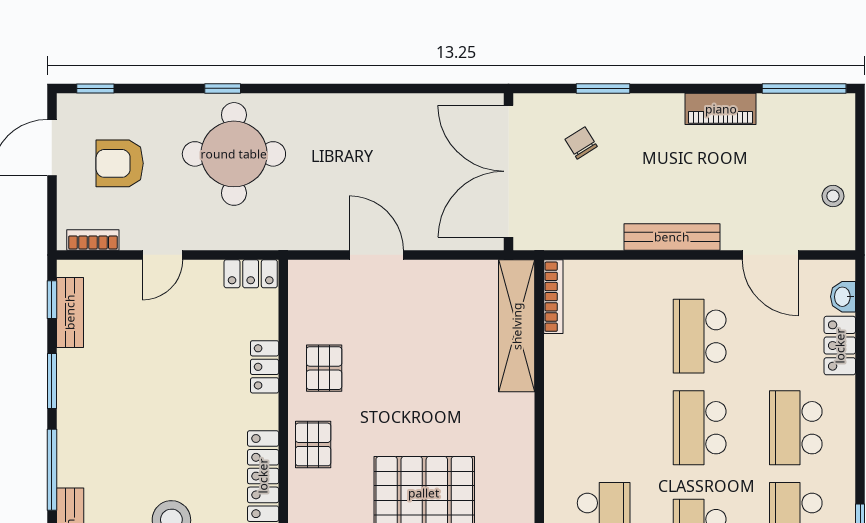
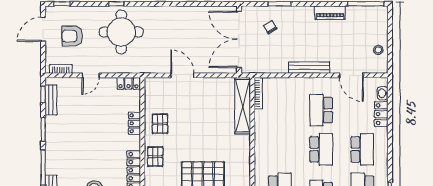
school desk: (700, 428) -> (321, 149), turned 180
school desk: (796, 428) -> (362, 149), turned 180

